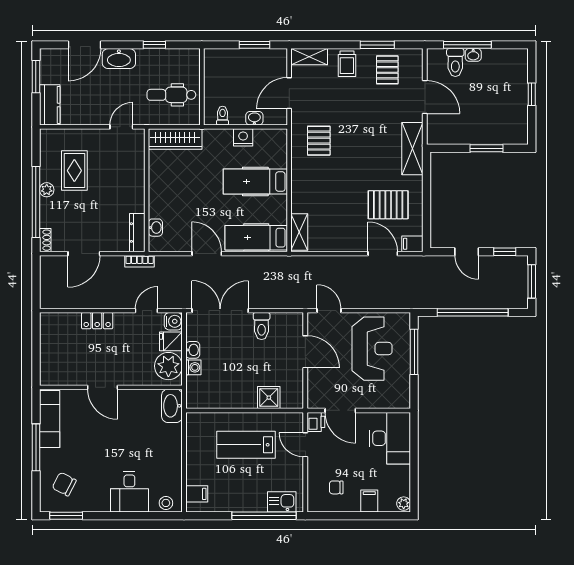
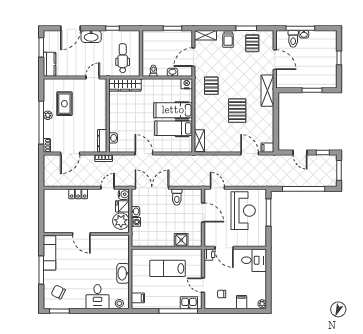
dental chair: (171, 95) -> (123, 58), turned 90
nightstand: (243, 137) -> (187, 84), moved
pallet: (388, 205) -> (237, 111), moved, turned 90
hospital bed: (256, 238) -> (174, 128), moved
washbasin: (172, 406) -> (123, 273), moved
desk: (390, 438) -> (254, 260), width x0.73
door: (305, 445) -> (203, 285), moved

